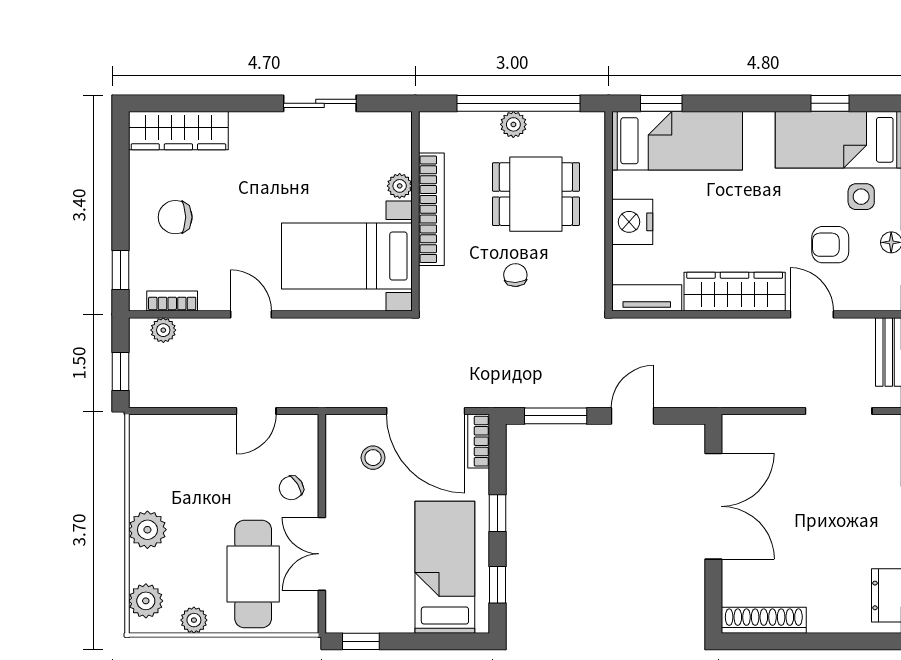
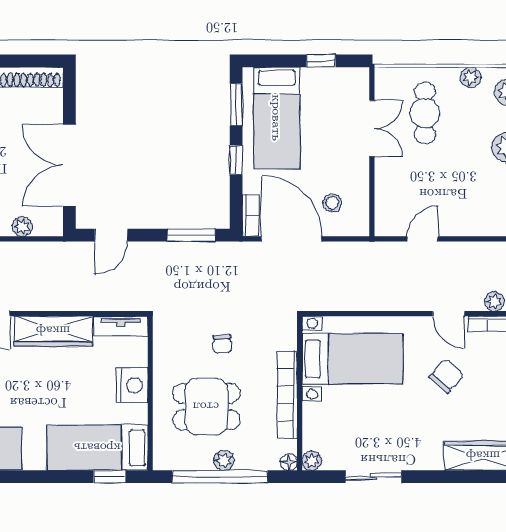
floor lamp: (429, 122) -> (289, 462), added
plant: (400, 186) -> (312, 461), moved
chair: (175, 217) -> (446, 376), moved, turned -49
door: (251, 314) -> (449, 314), moved
door: (633, 416) -> (111, 235), moved
plant: (774, 427) -> (22, 226), added
chair: (291, 488) -> (396, 179), removed
cafe table: (253, 574) -> (425, 113), width x0.73, depth x0.74
window: (497, 585) -> (236, 105), width x1.50
window: (361, 641) -> (321, 61), moved

